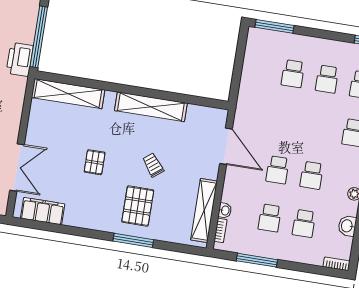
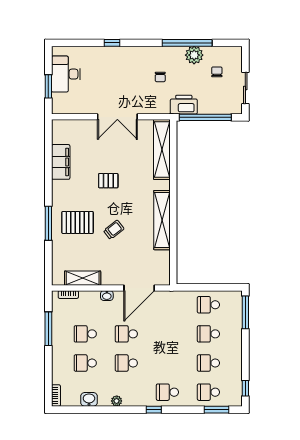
school desk: (259, 68) -> (208, 305), added
double door: (17, 167) -> (117, 117), moved
washbasin: (225, 210) -> (107, 296), moved
filing cabinet: (43, 211) -> (61, 162), moved
shelving: (204, 211) -> (83, 278), width x0.68

